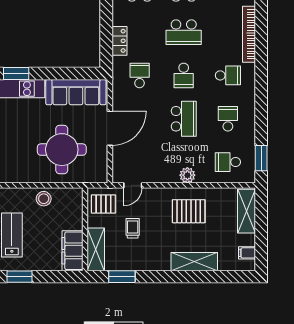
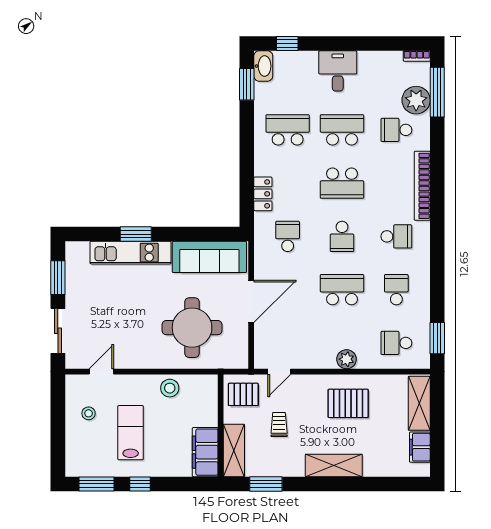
school desk: (184, 119) -> (342, 290), turned -90
filing cabinet: (247, 253) -> (420, 447), width x2.00
shelving: (194, 262) -> (334, 465), moved
window: (20, 277) -> (140, 484), width x0.67

